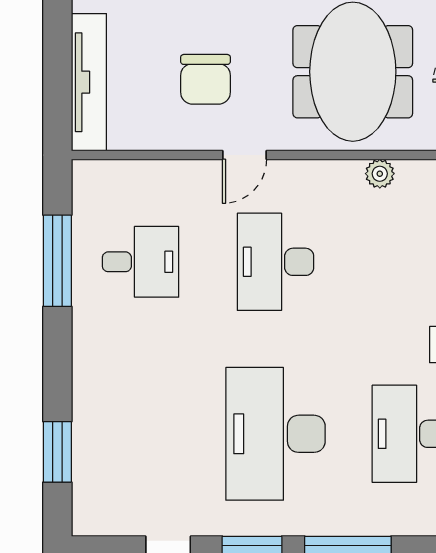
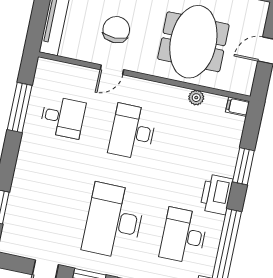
chair: (205, 79) -> (116, 30), turned 180
door: (245, 155) -> (112, 70), moved

